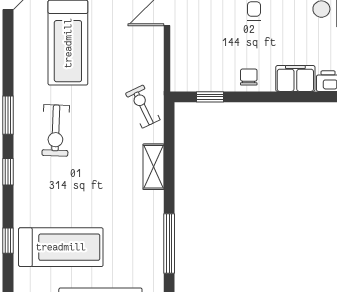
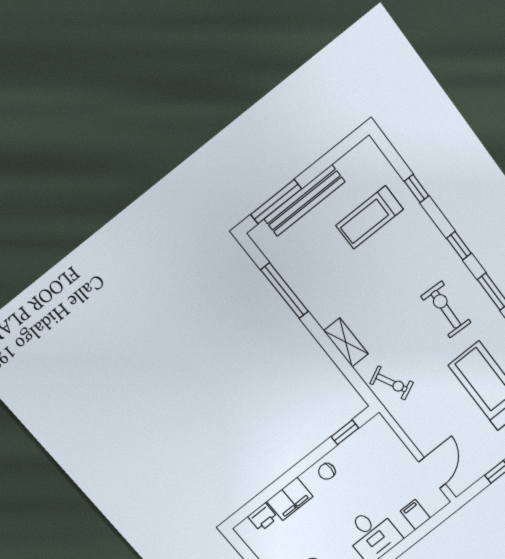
chair: (249, 77) -> (327, 471), turned 90
treadmill: (61, 247) -> (370, 217), width x0.73, depth x0.73

